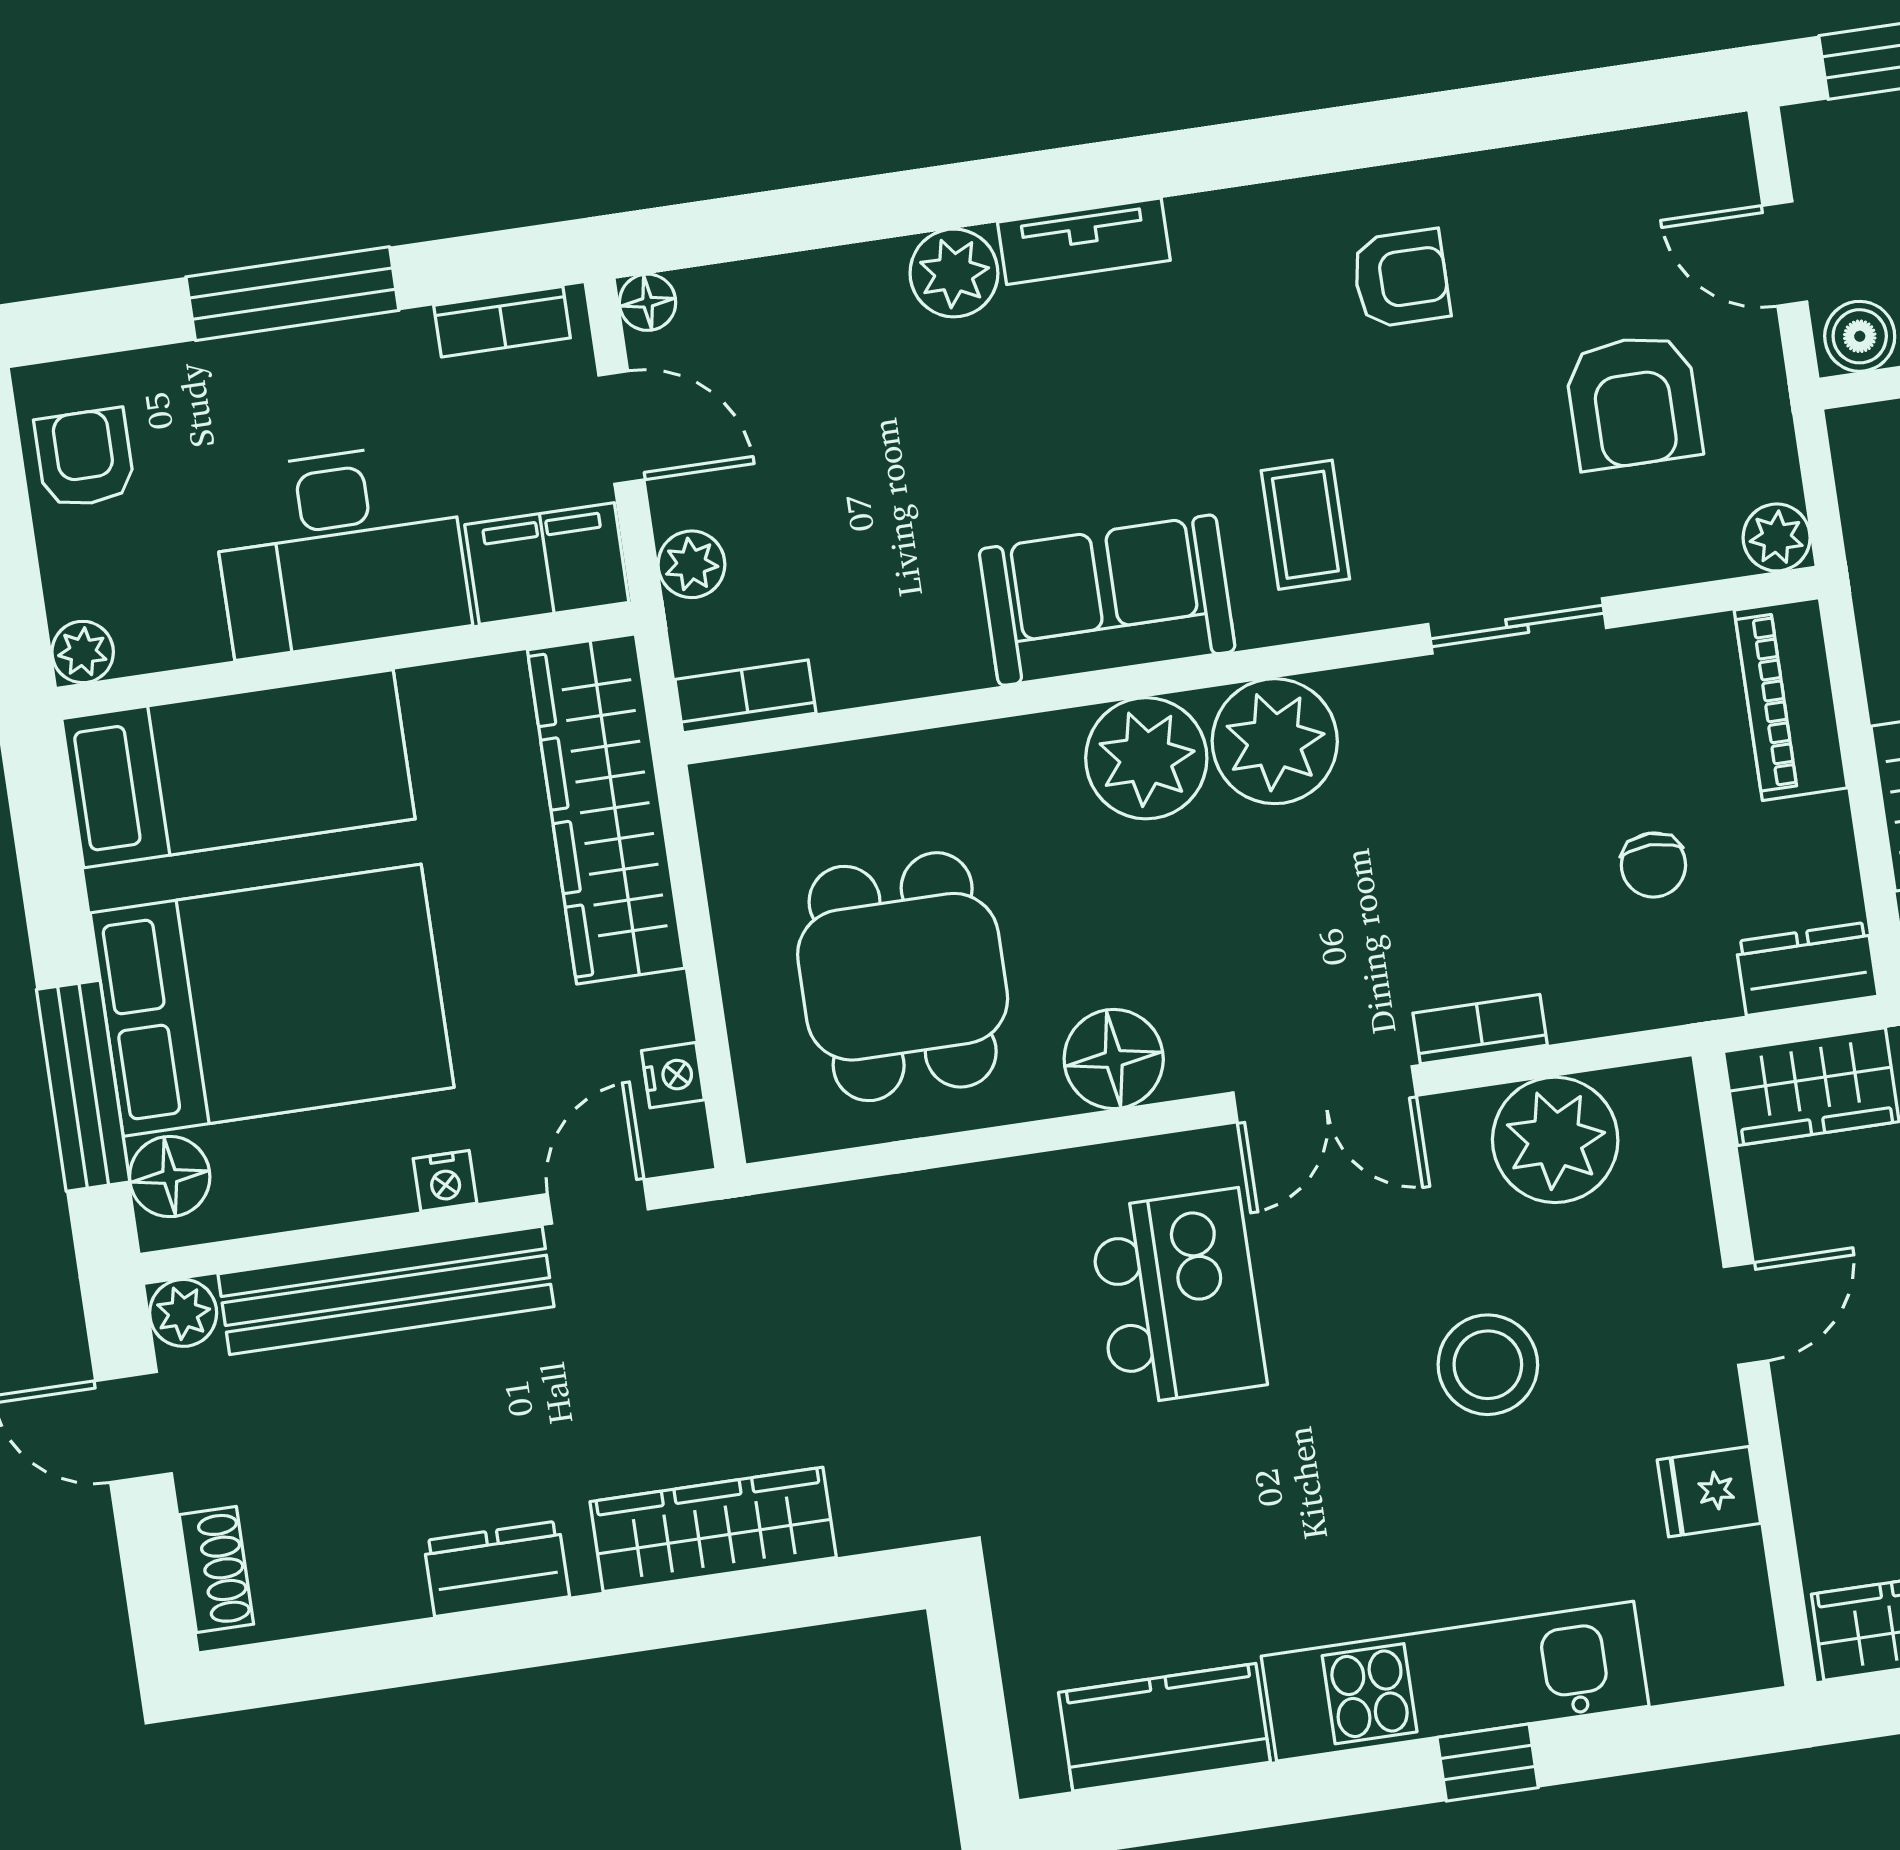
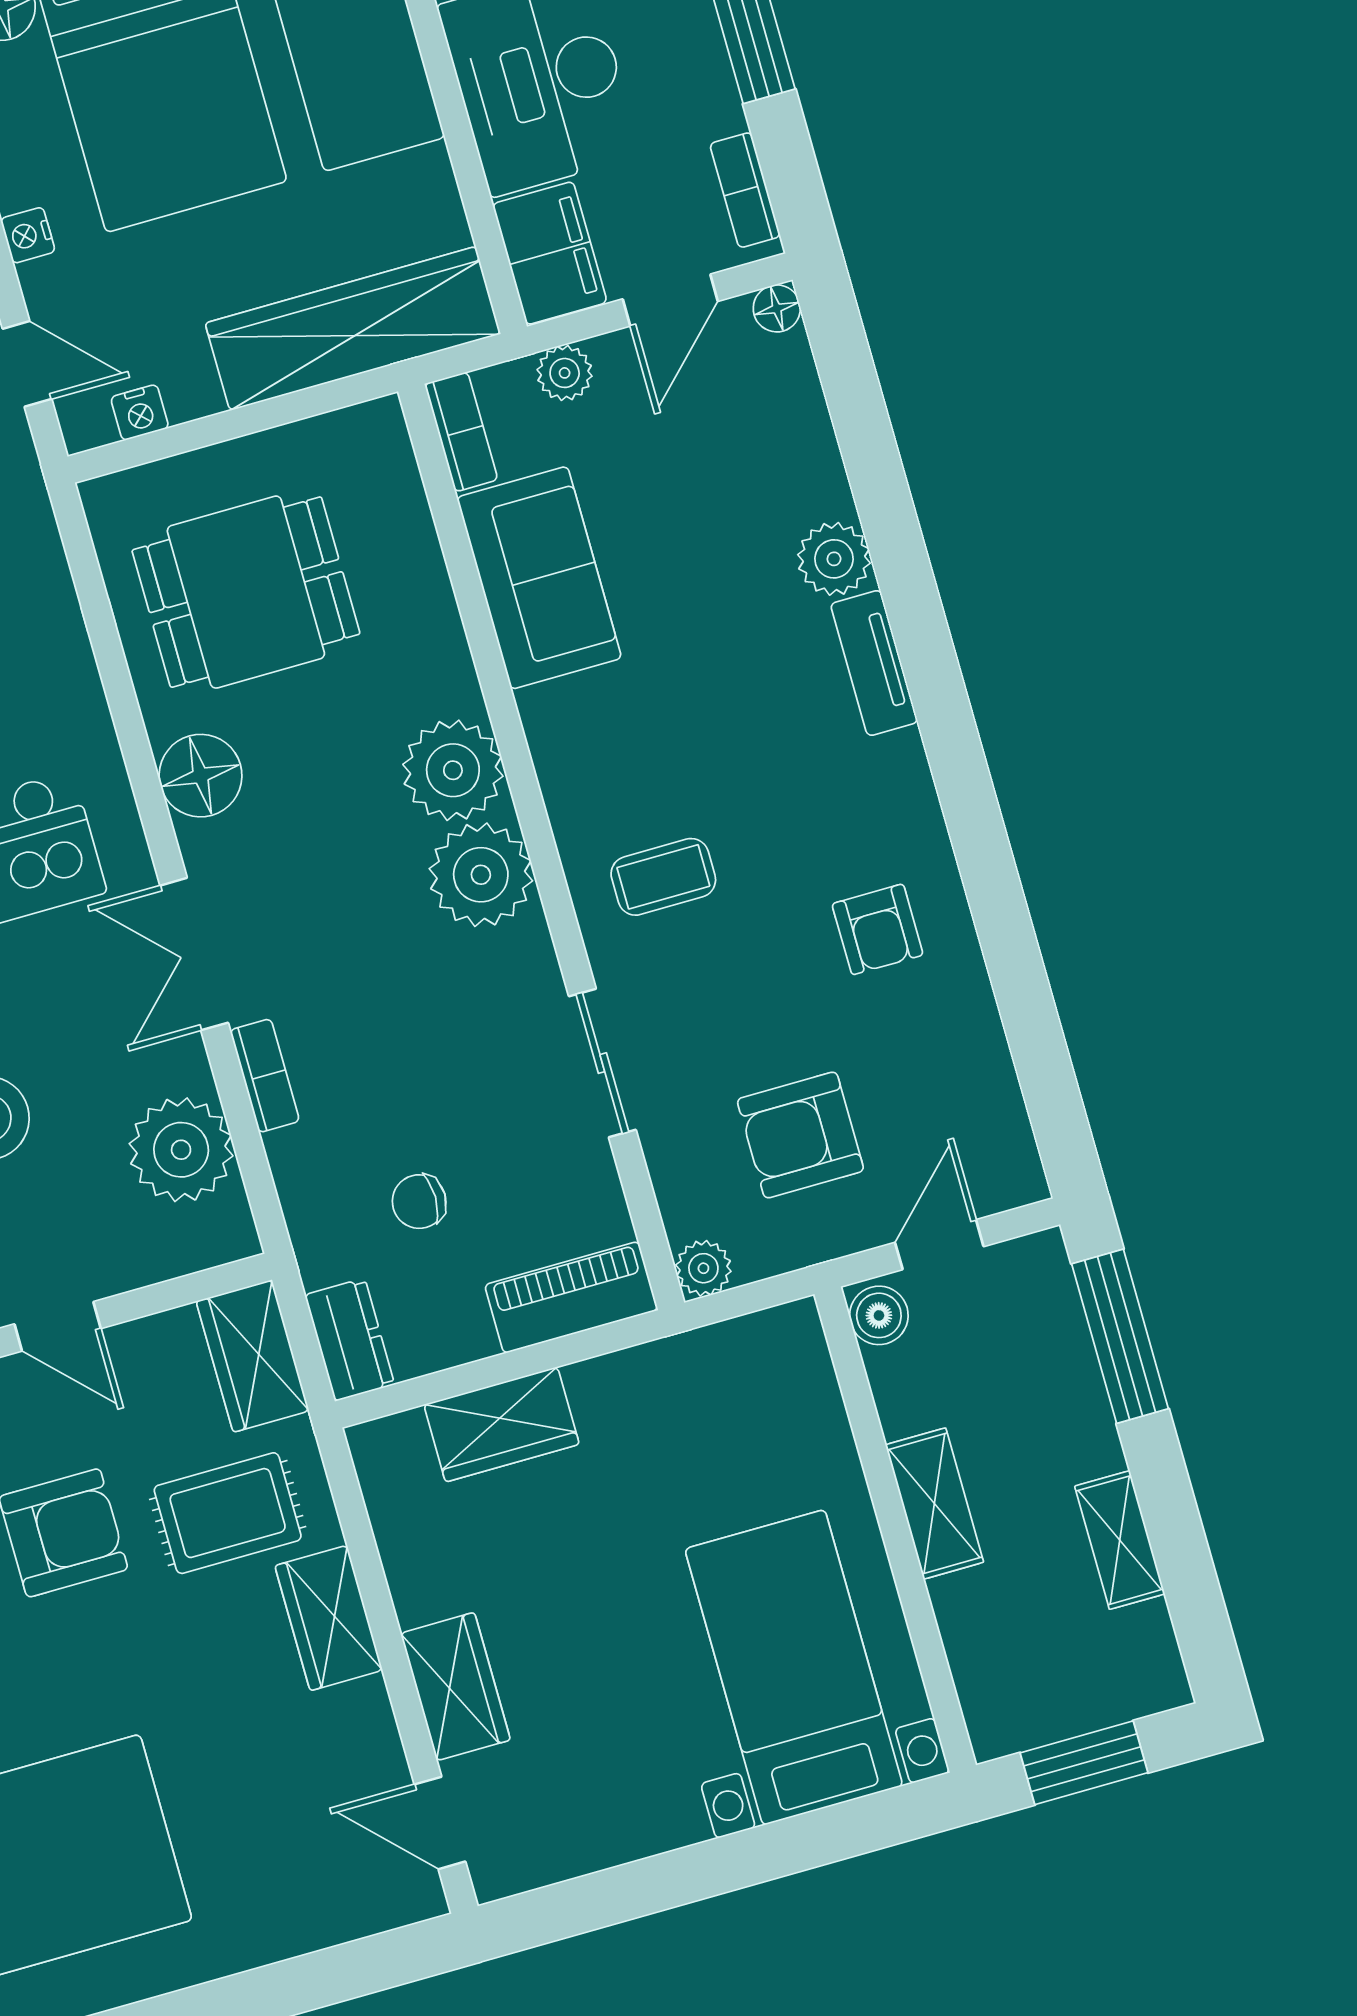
sofa: (1107, 600) -> (539, 578), moved

